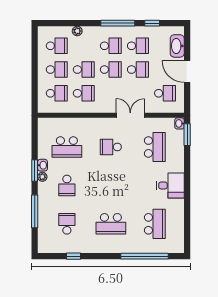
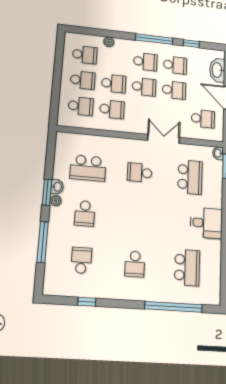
school desk: (111, 224) -> (135, 264), width x0.54

